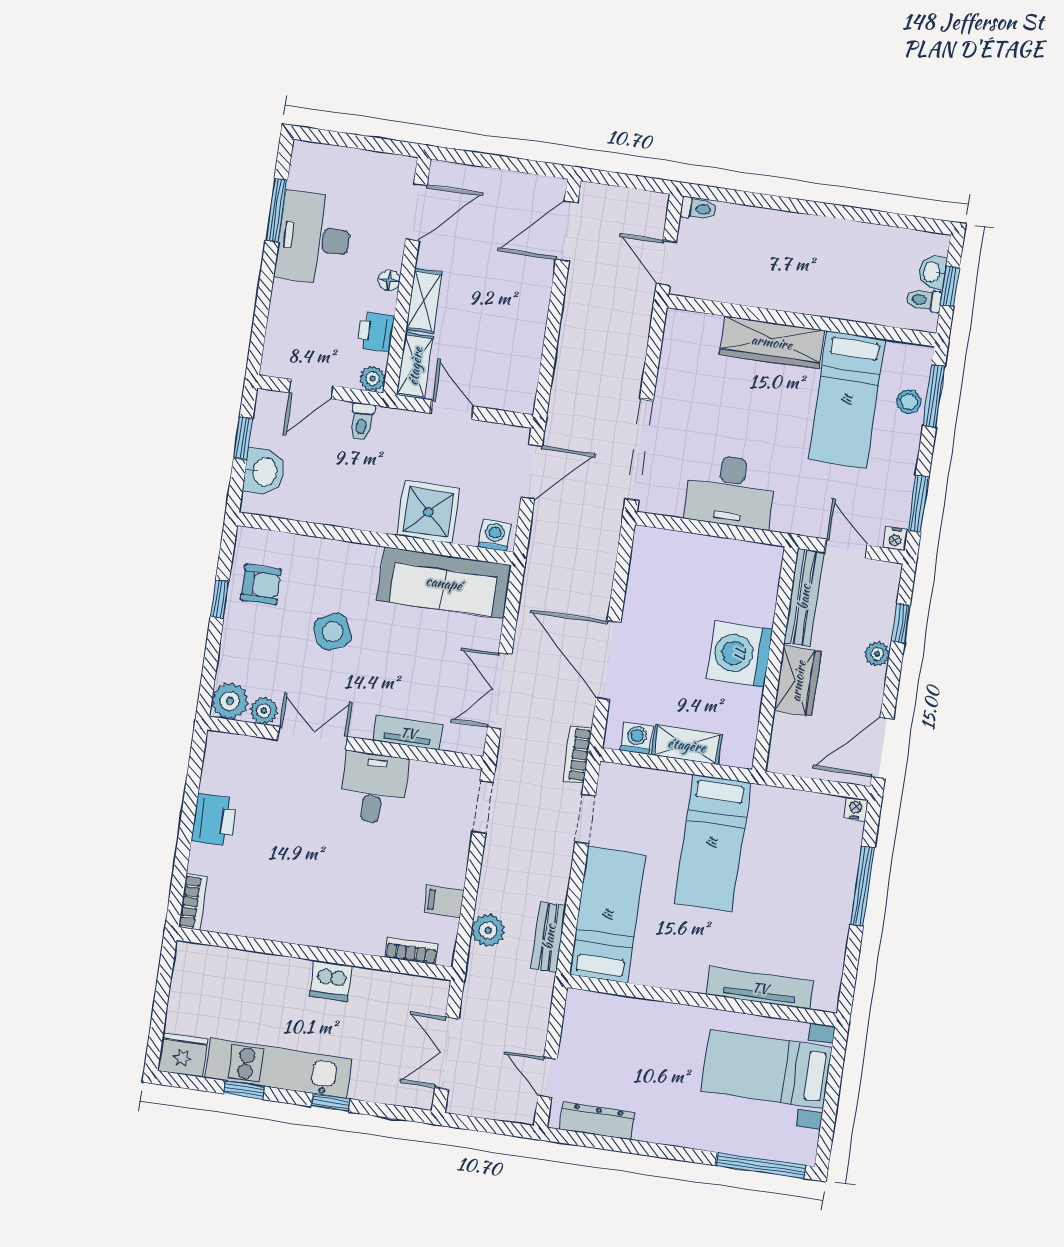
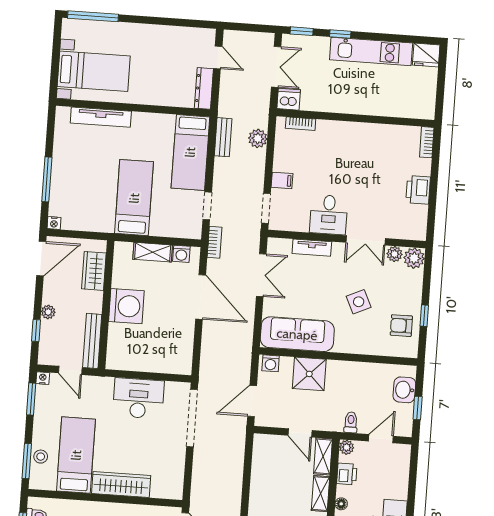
wardrobe: (798, 681) -> (94, 271), moved
filing cabinet: (444, 902) -> (282, 180), moved
dishwasher: (331, 981) -> (289, 99), moved
window: (244, 1090) -> (302, 31), moved
dresser: (597, 1121) -> (204, 88), moved, turned 90

